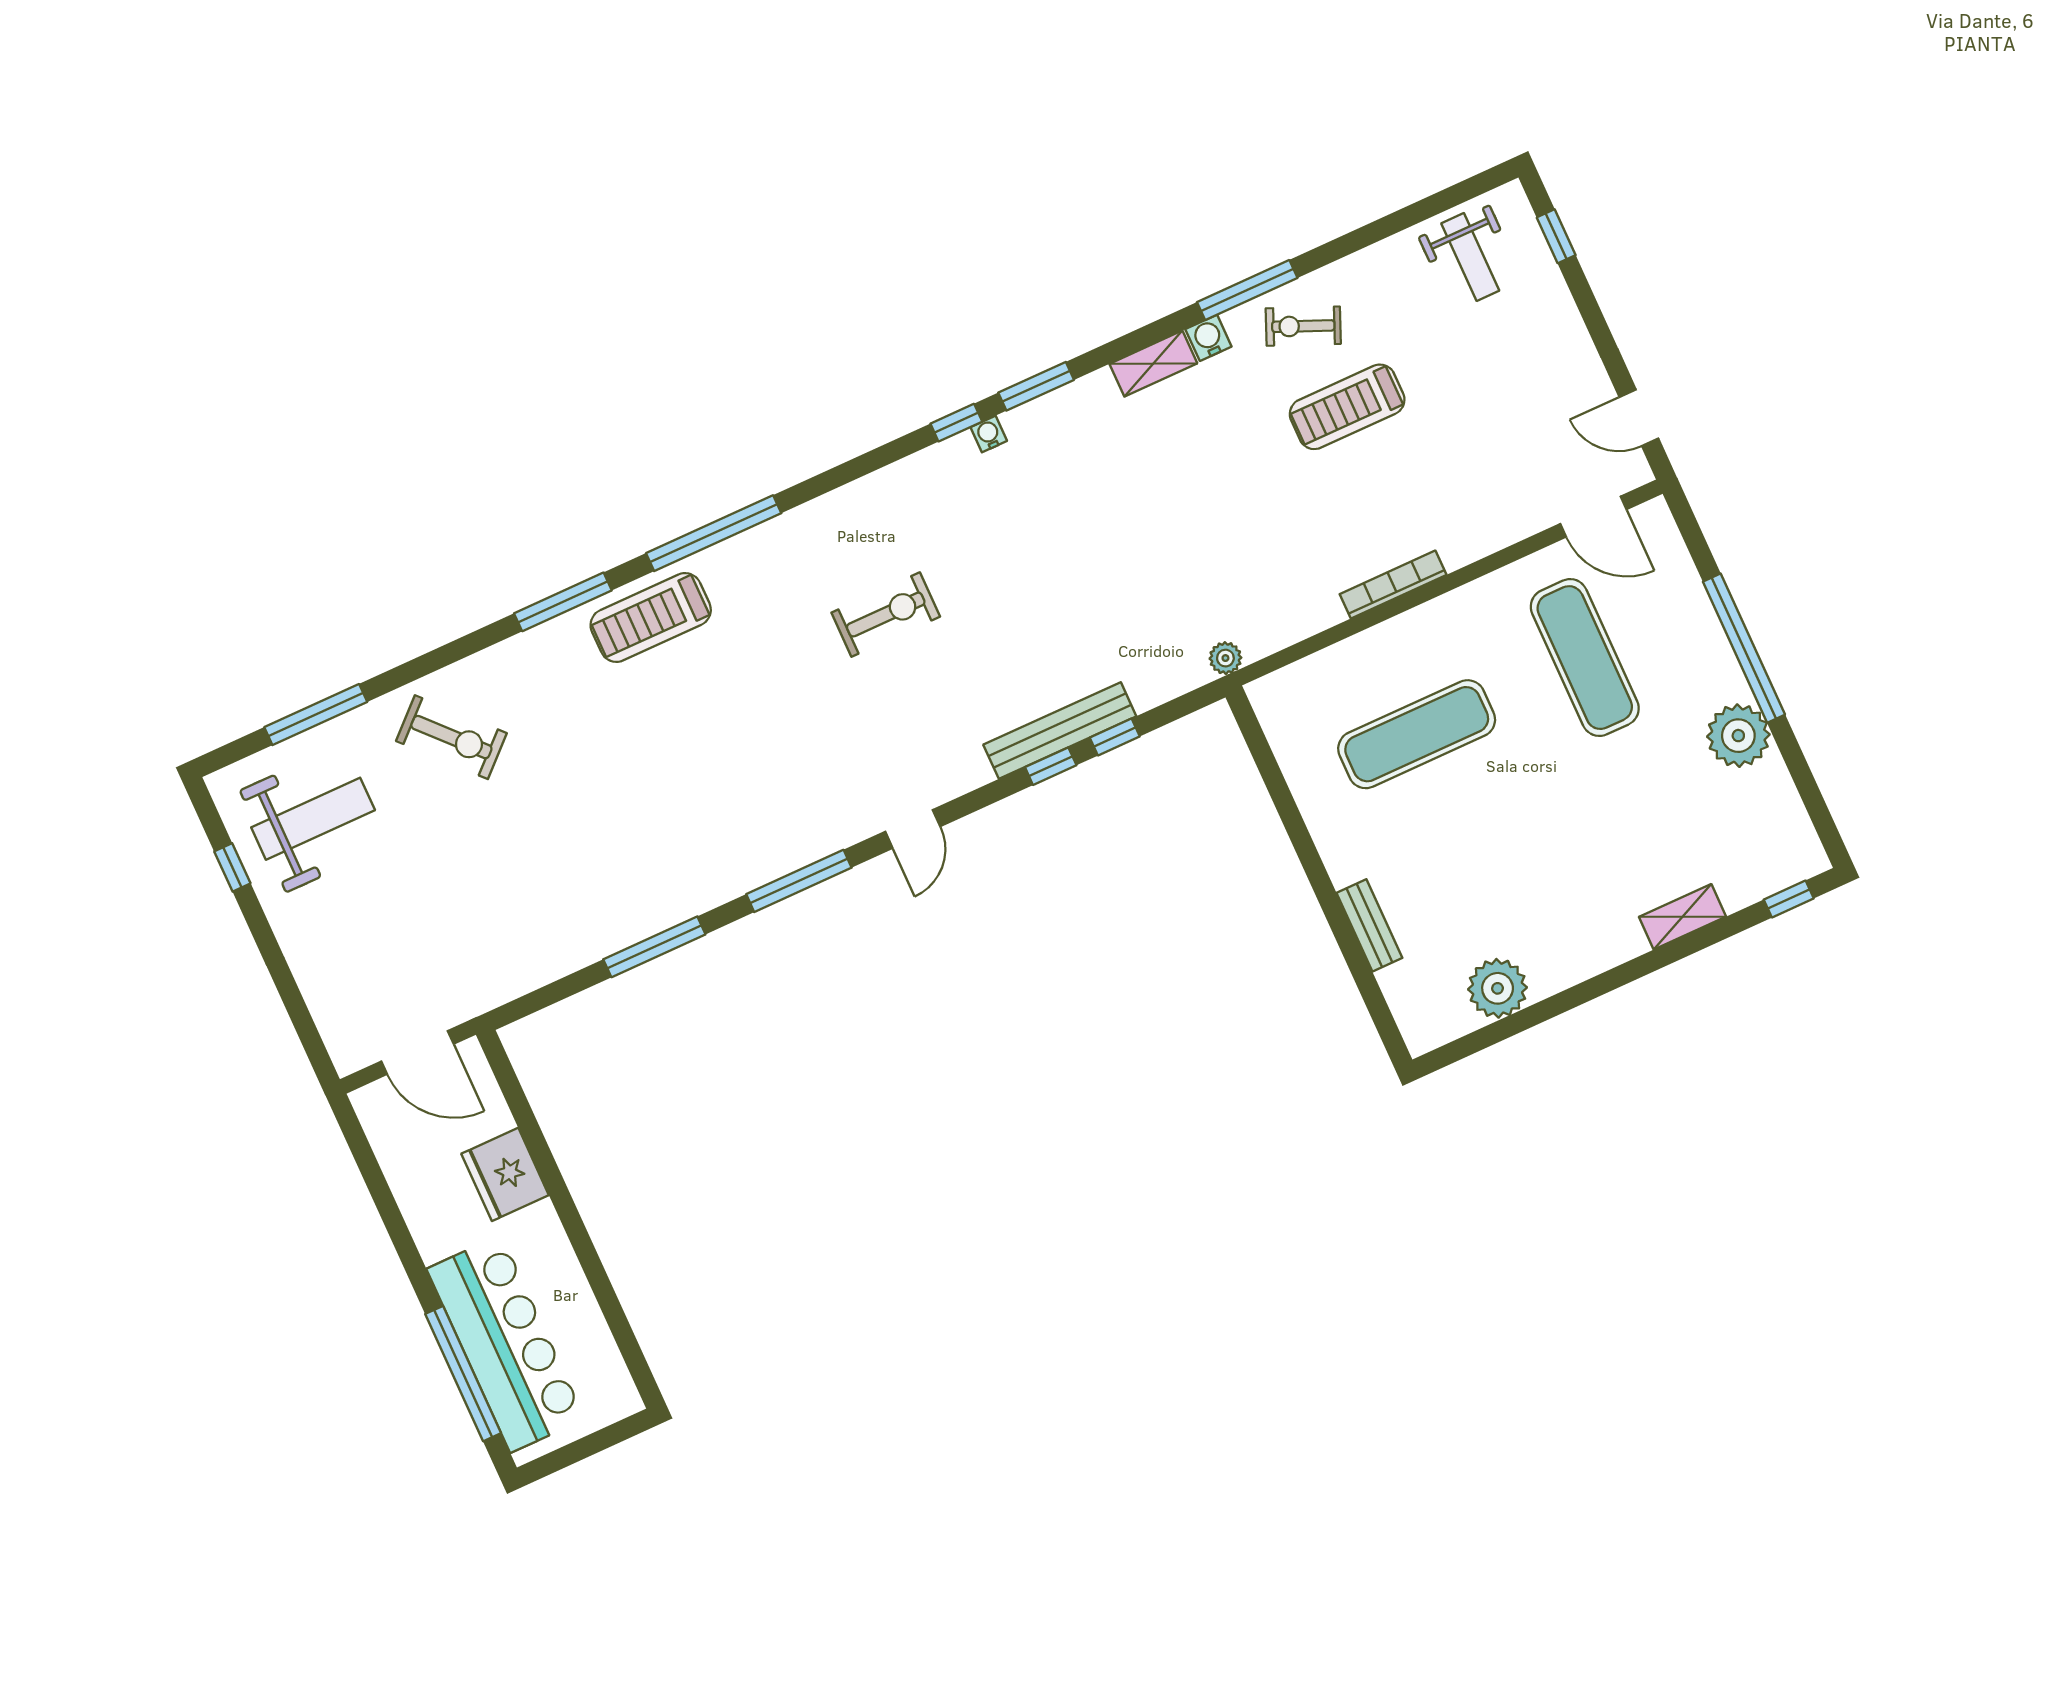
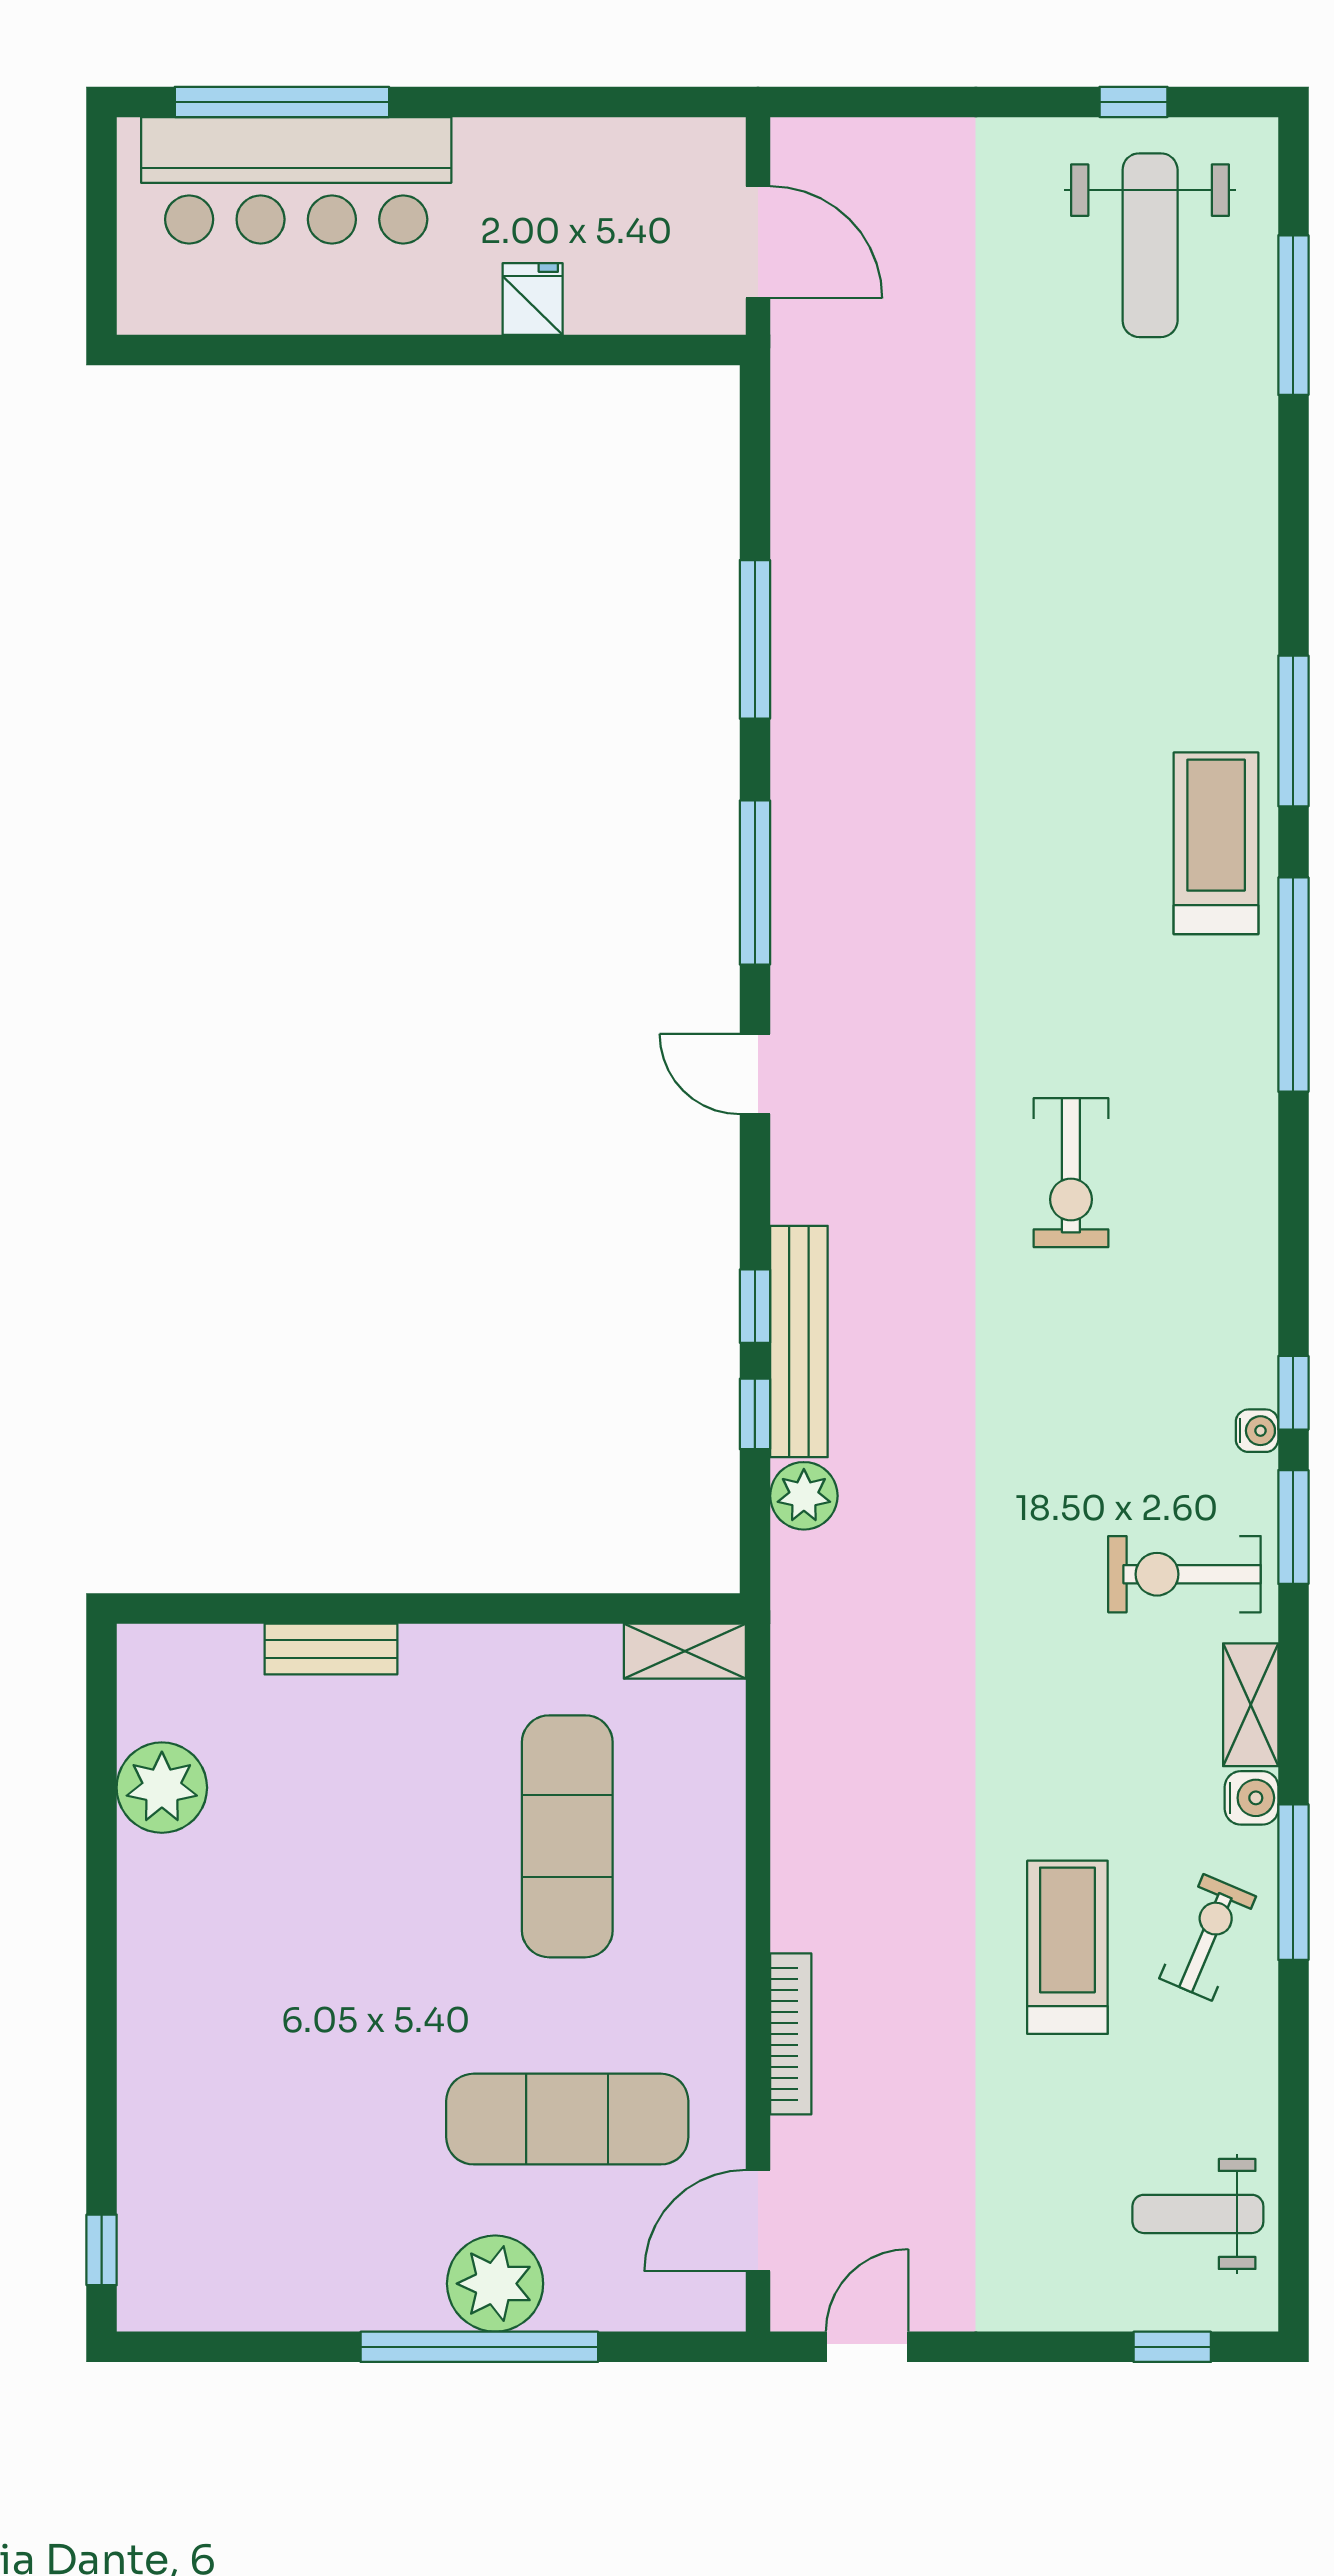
bookcase: (1393, 584) -> (791, 2034), moved
plant: (1225, 658) -> (804, 1496), moved, width x1.38, depth x1.38
plant: (1738, 736) -> (495, 2284), moved
exercise bike: (451, 737) -> (1184, 1574), moved, turned 43
shelving: (1682, 917) -> (685, 1651), moved, turned 90
door: (417, 1053) -> (758, 242), swing flipped
fridge: (505, 1174) -> (533, 299), width x0.53, depth x0.75

